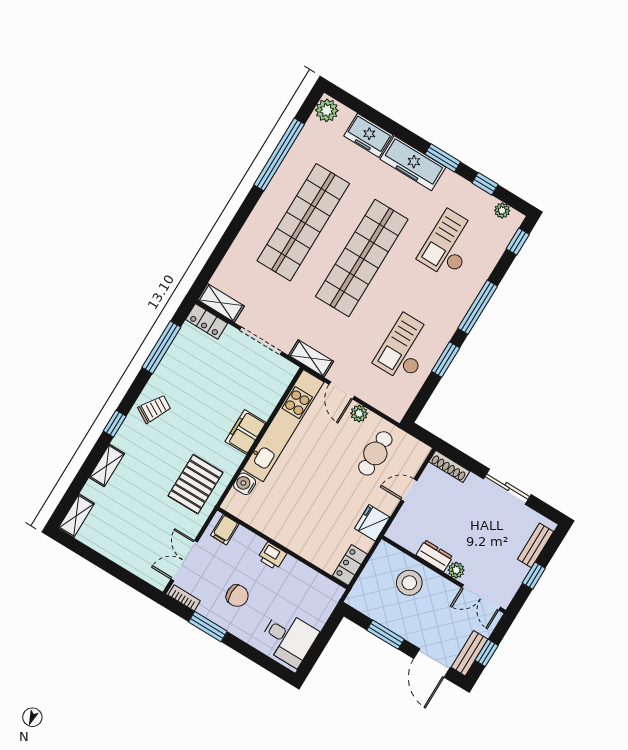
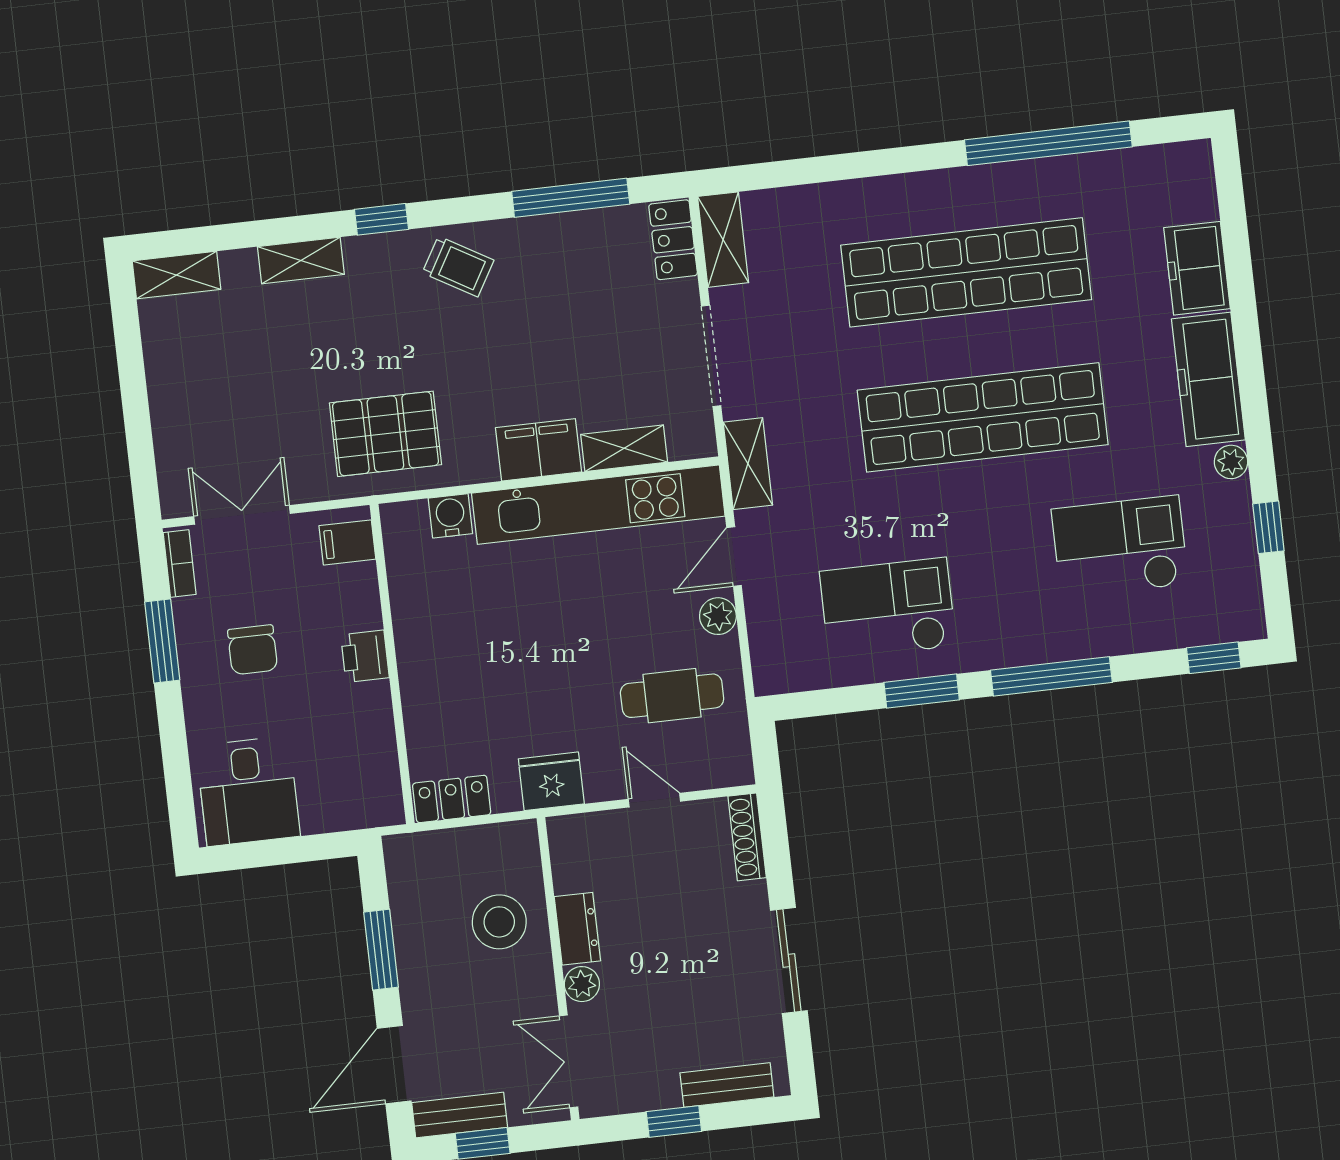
plant: (327, 110) -> (1185, 166), removed
window: (443, 158) -> (1256, 423), removed
plant: (502, 211) -> (1231, 462), moved
shelving: (270, 400) -> (624, 448), added

